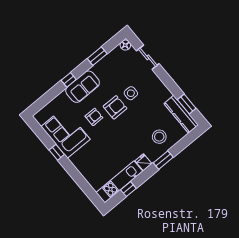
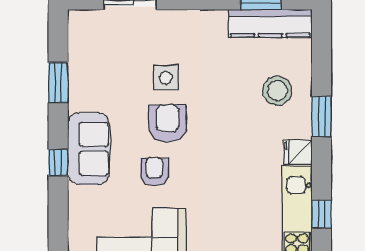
floor lamp: (125, 45) -> (79, 20), removed

